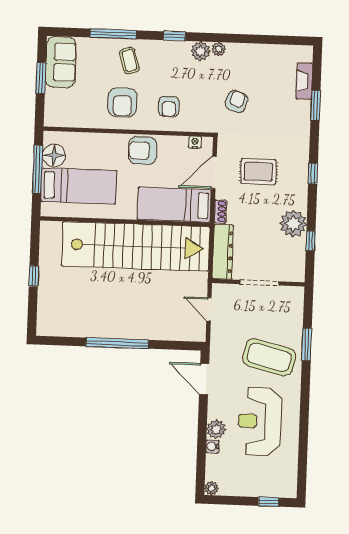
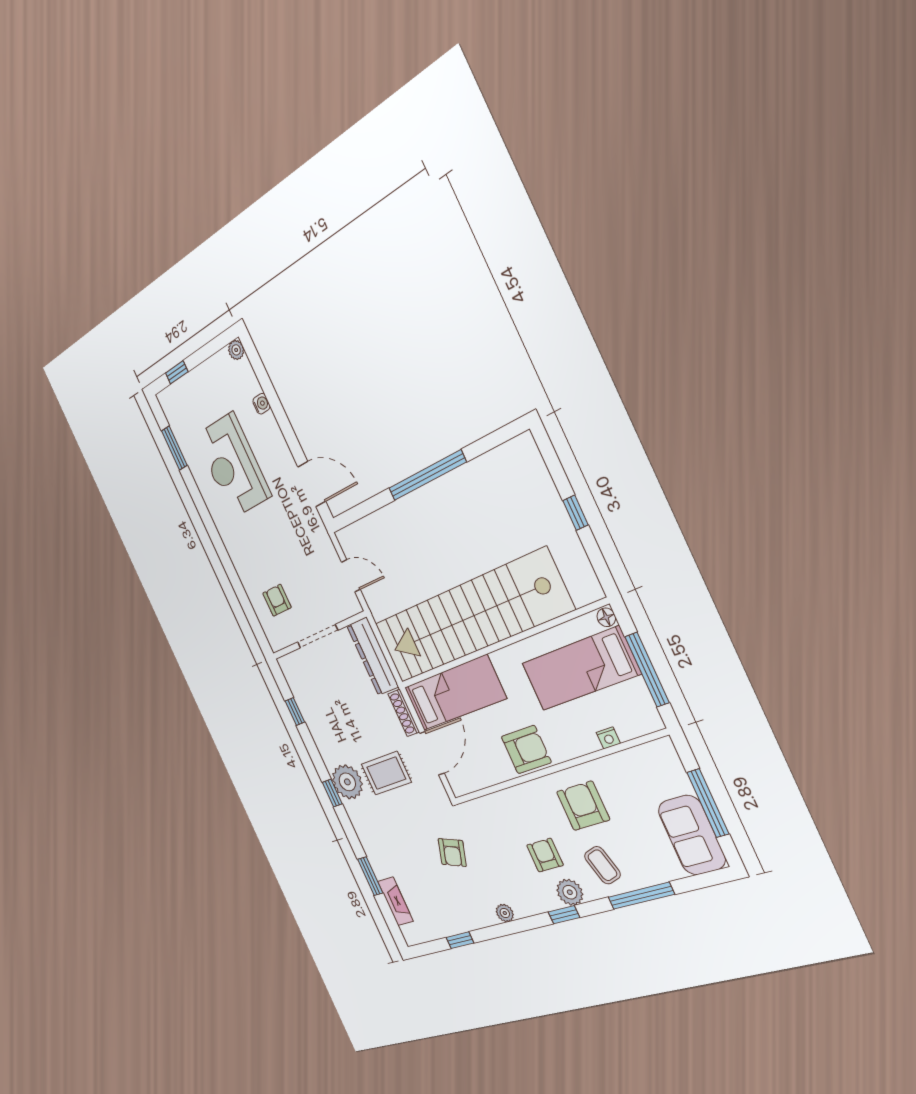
window: (266, 39) -> (460, 940), added
plant: (201, 51) -> (570, 892), moved
window: (41, 78) -> (708, 803), width x1.44
armchair: (169, 107) -> (545, 855), moved
nightstand: (195, 142) -> (608, 738), moved
floor lamp: (54, 155) -> (606, 617), moved, width x0.53, depth x0.53
shoe rack: (220, 211) -> (404, 713), width x1.43
plant: (293, 224) -> (347, 782), moved
armchair: (279, 320) -> (277, 600), added
window: (307, 344) -> (174, 448), moved
coffee table: (269, 357) -> (263, 549), removed
reception desk: (260, 421) -> (233, 465), turned 180
plant: (216, 429) -> (269, 428), removed

